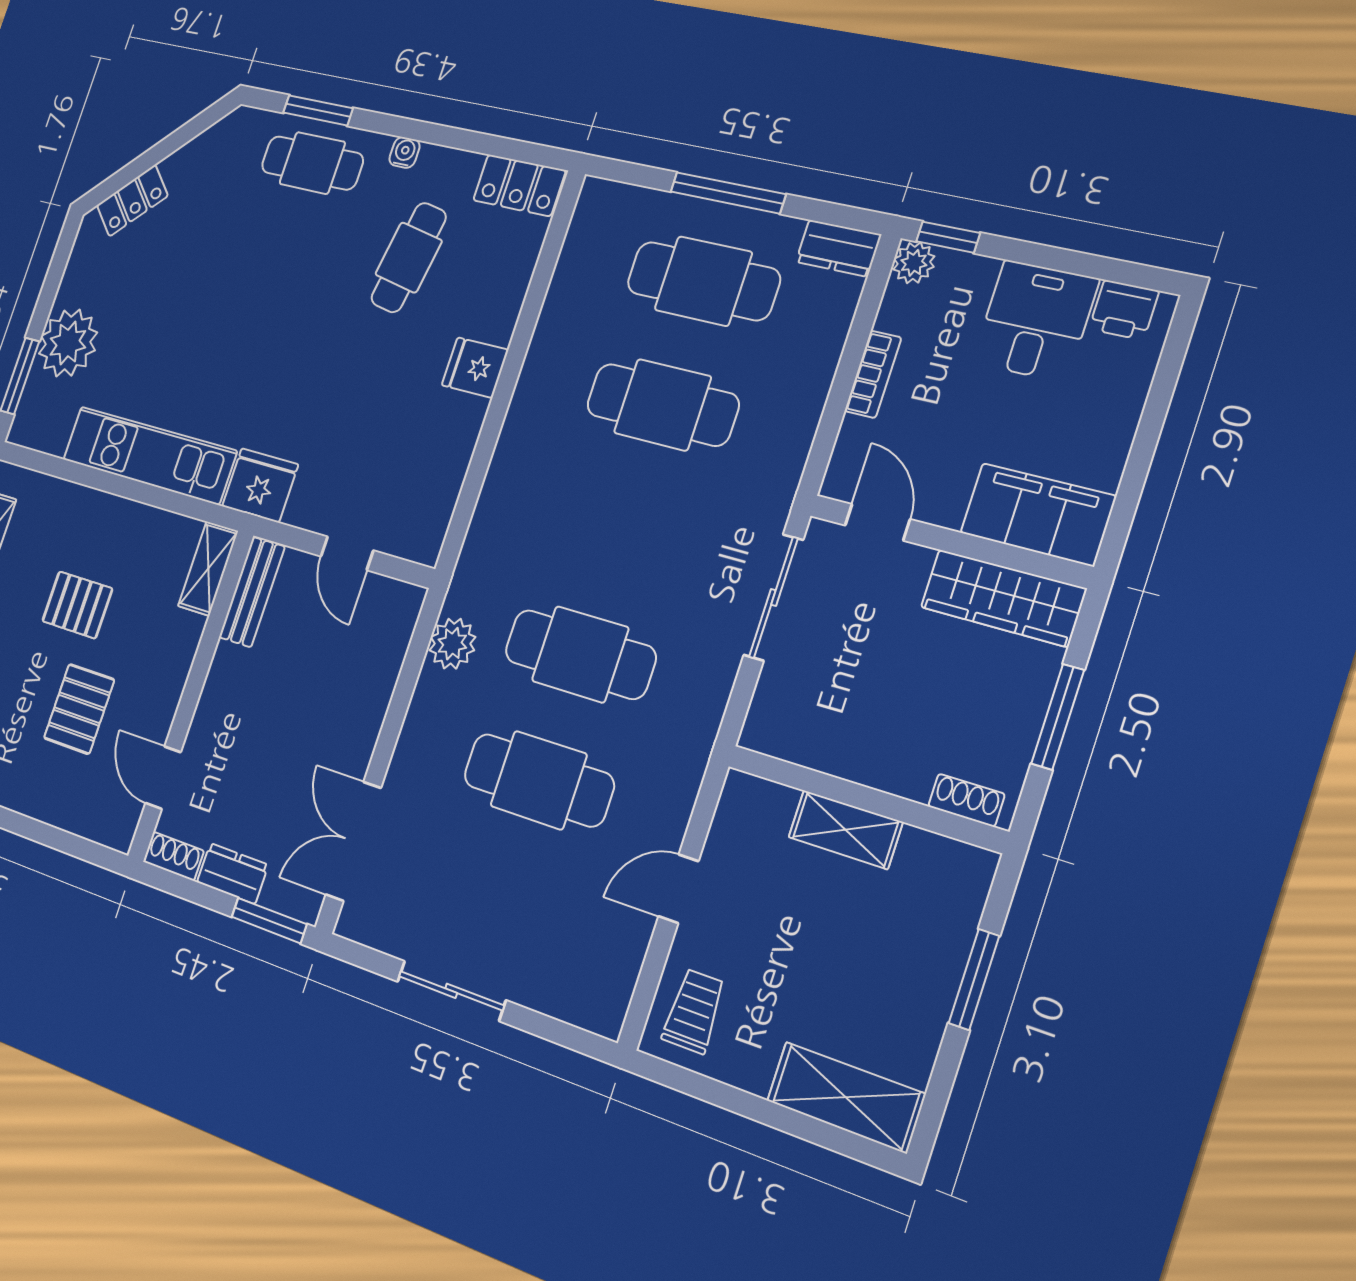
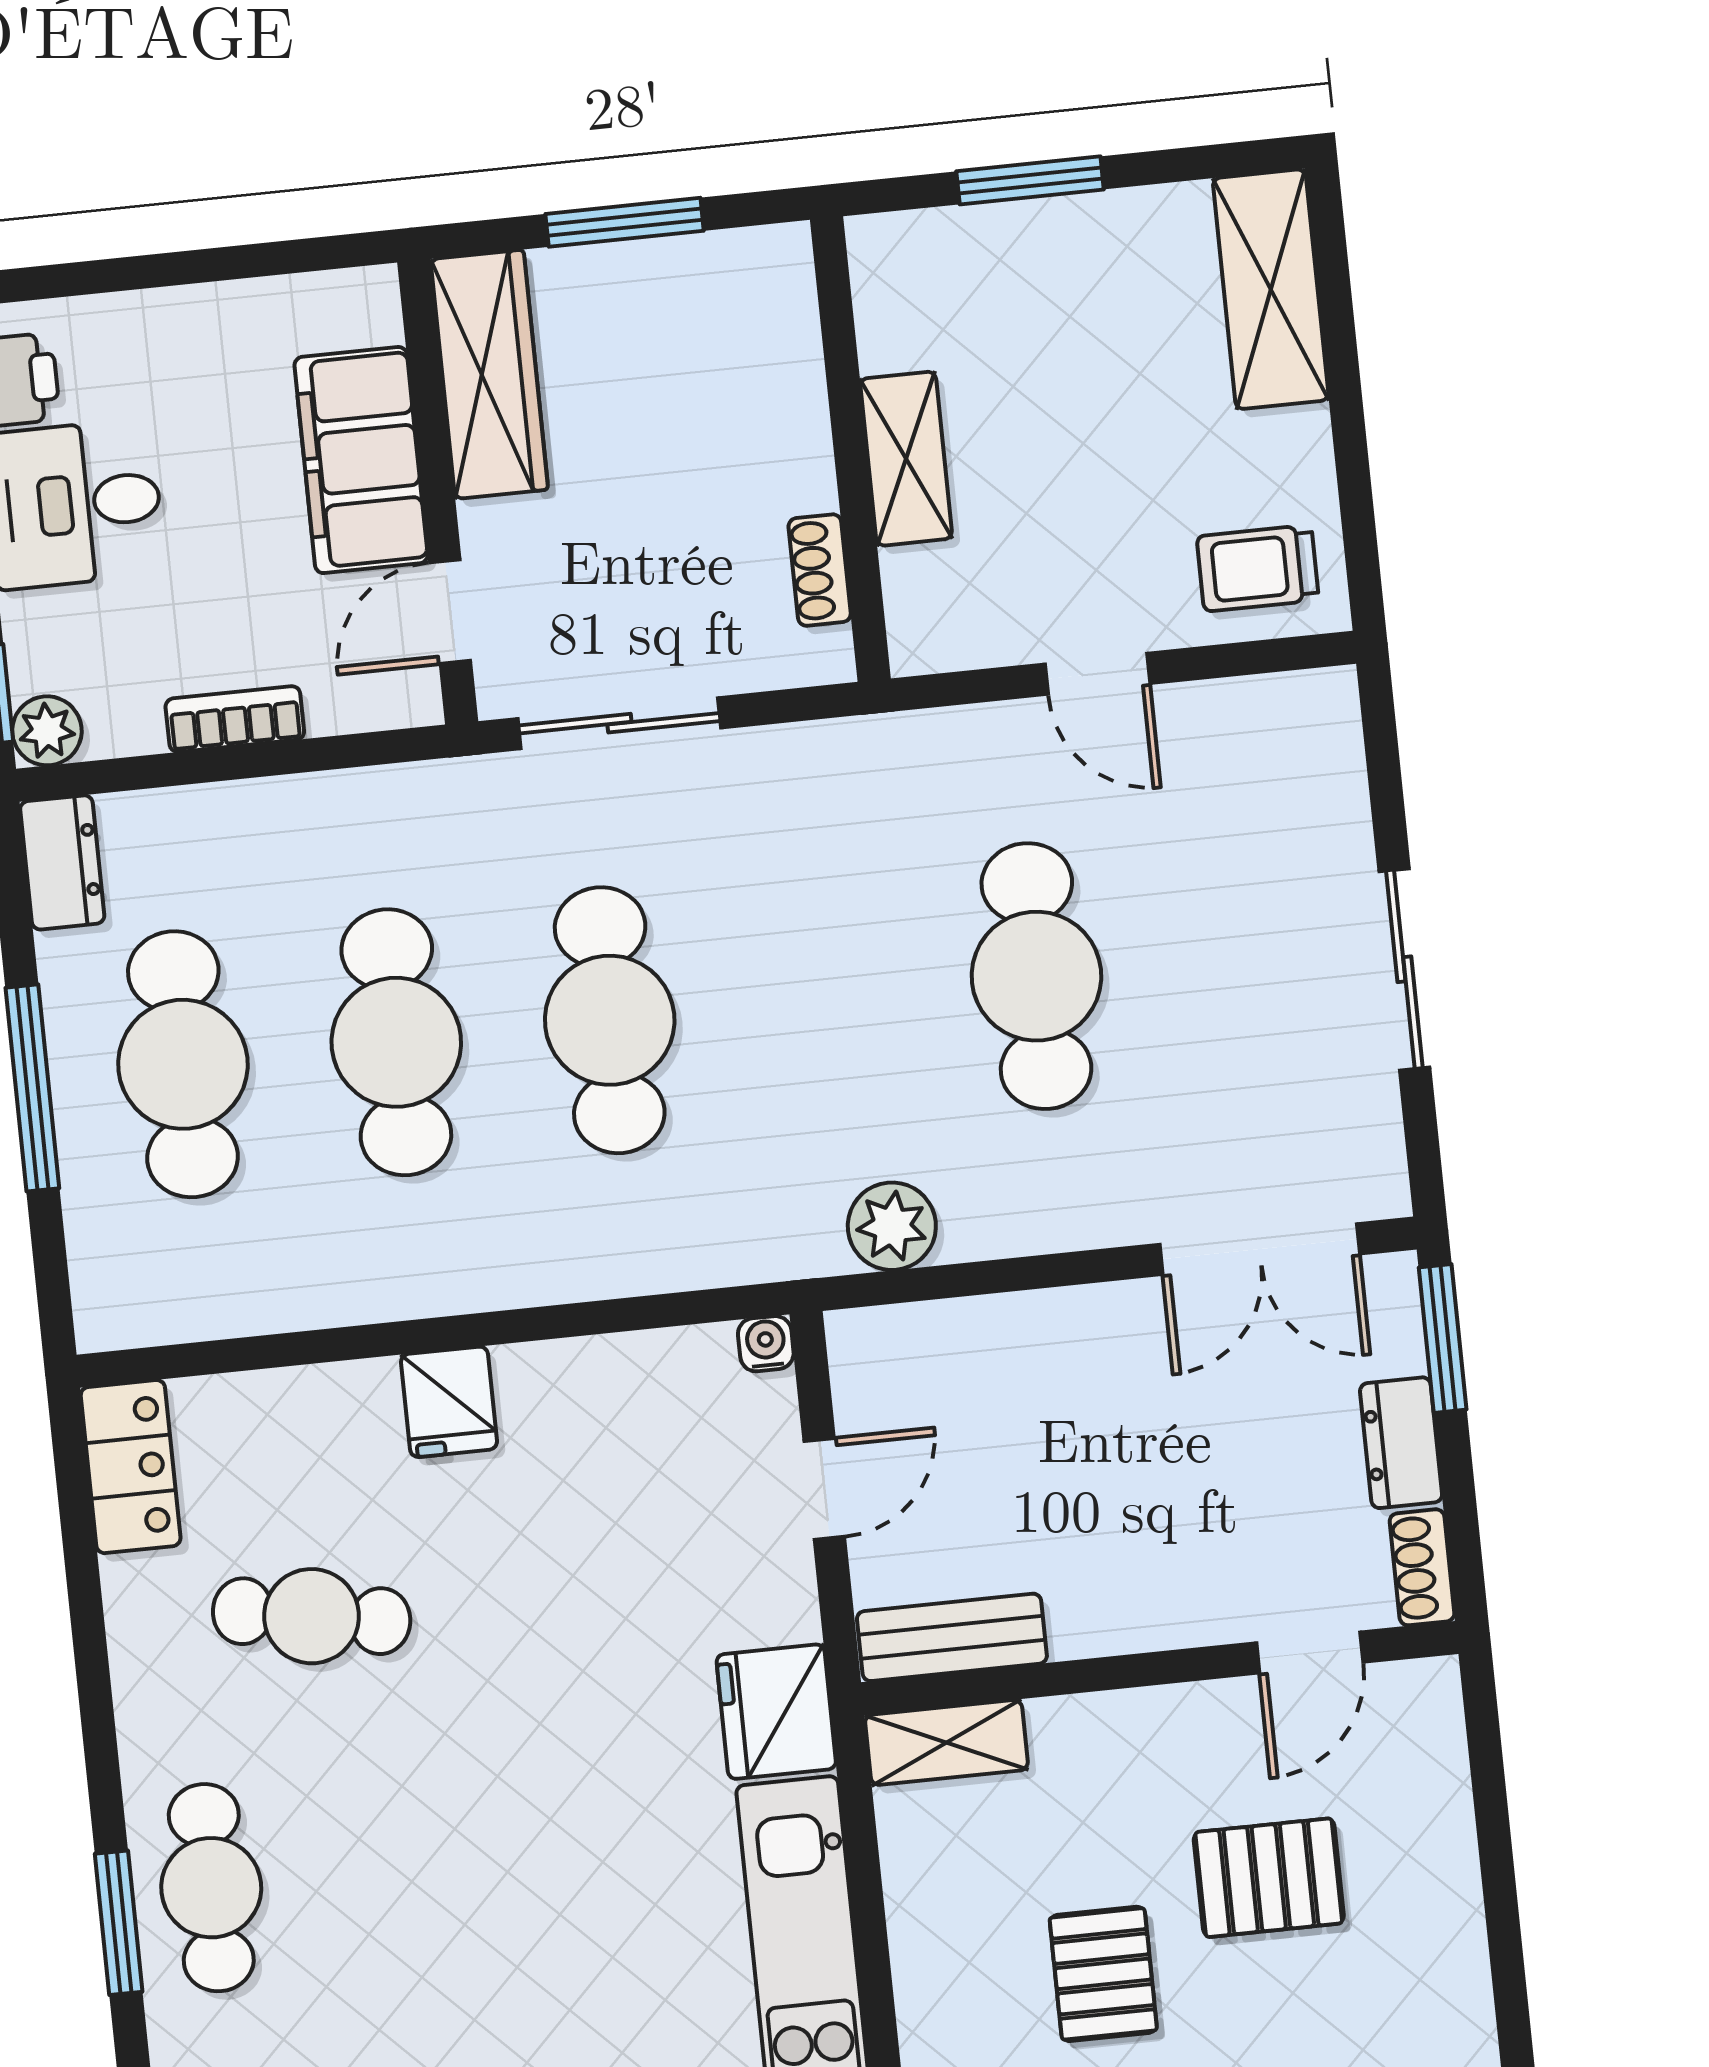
water cooler: (404, 152) -> (766, 1344), moved, turned 90
filing cabinet: (1038, 514) -> (361, 460), moved
cafe table: (580, 654) -> (610, 1020), moved
shoe rack: (966, 800) -> (820, 570), moved

